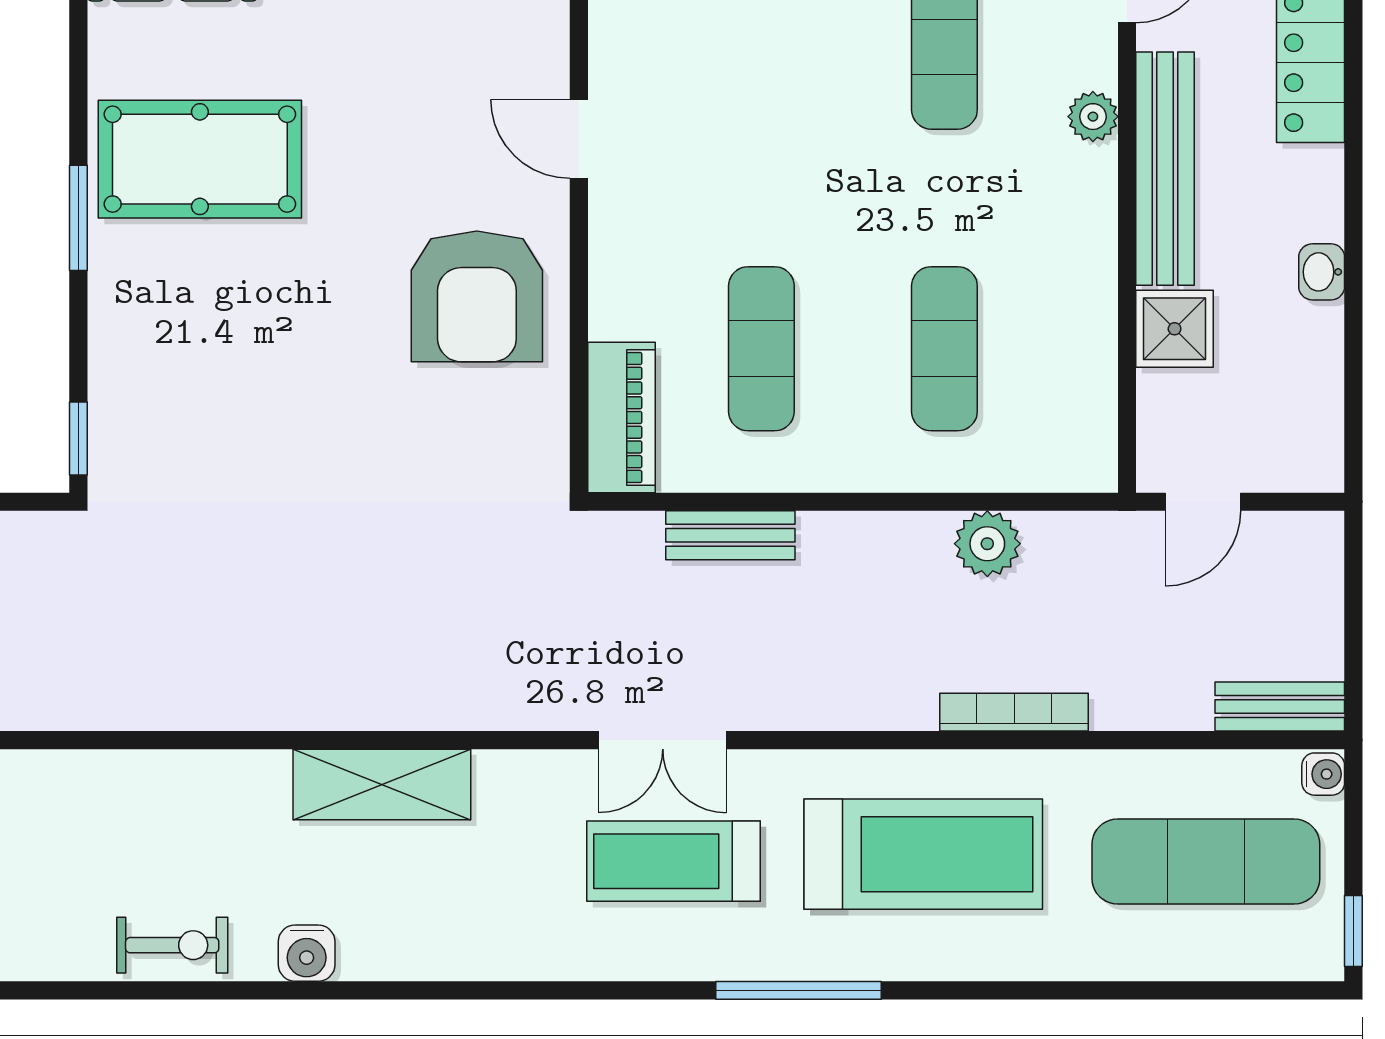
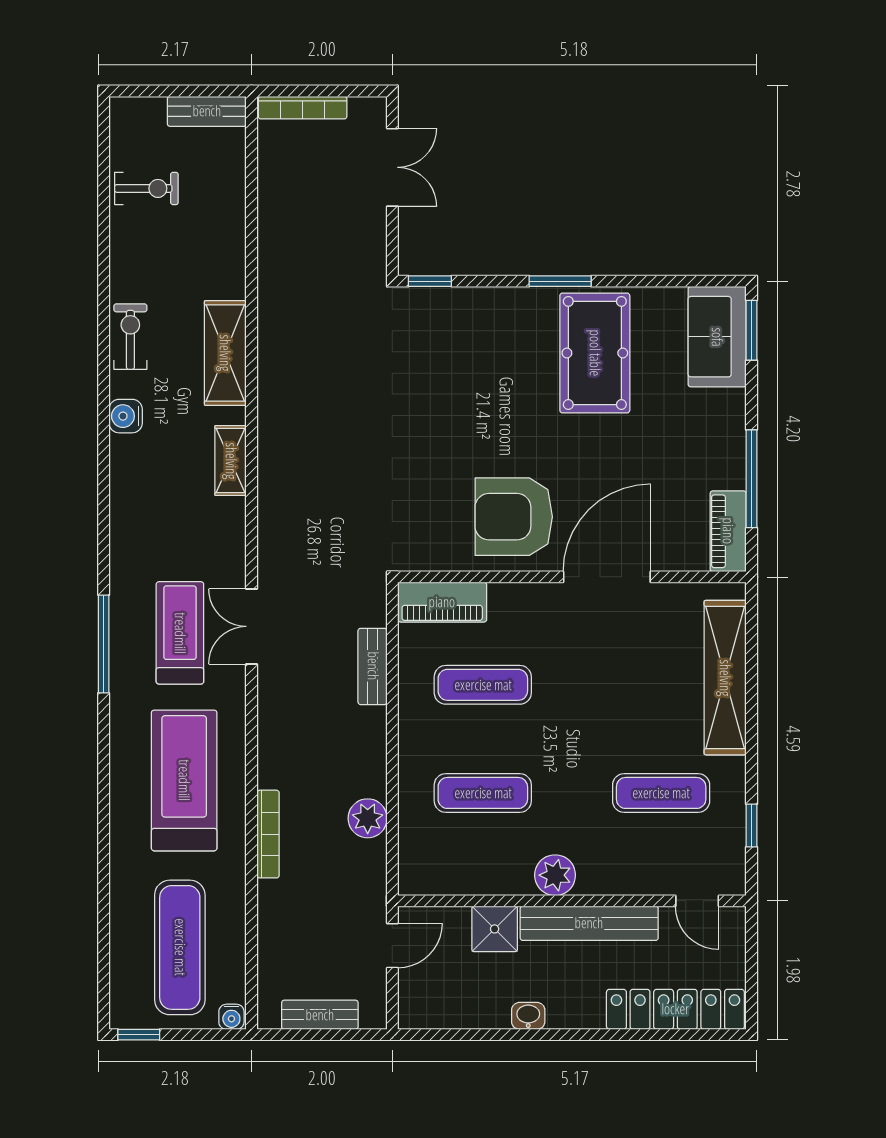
plant: (1093, 117) -> (555, 875), moved, width x1.38, depth x1.38
door: (579, 139) -> (607, 577), width x1.88
door: (1203, 502) -> (392, 946), swing flipped
bench: (1280, 706) -> (320, 1015), moved, turned 90
shelving: (200, 784) -> (225, 353), added
shelving: (382, 785) -> (231, 461), width x0.67, depth x0.75
treadmill: (923, 854) -> (184, 780), turned 180
exercise bike: (172, 945) -> (130, 337), turned 180
window: (799, 990) -> (104, 644), moved

